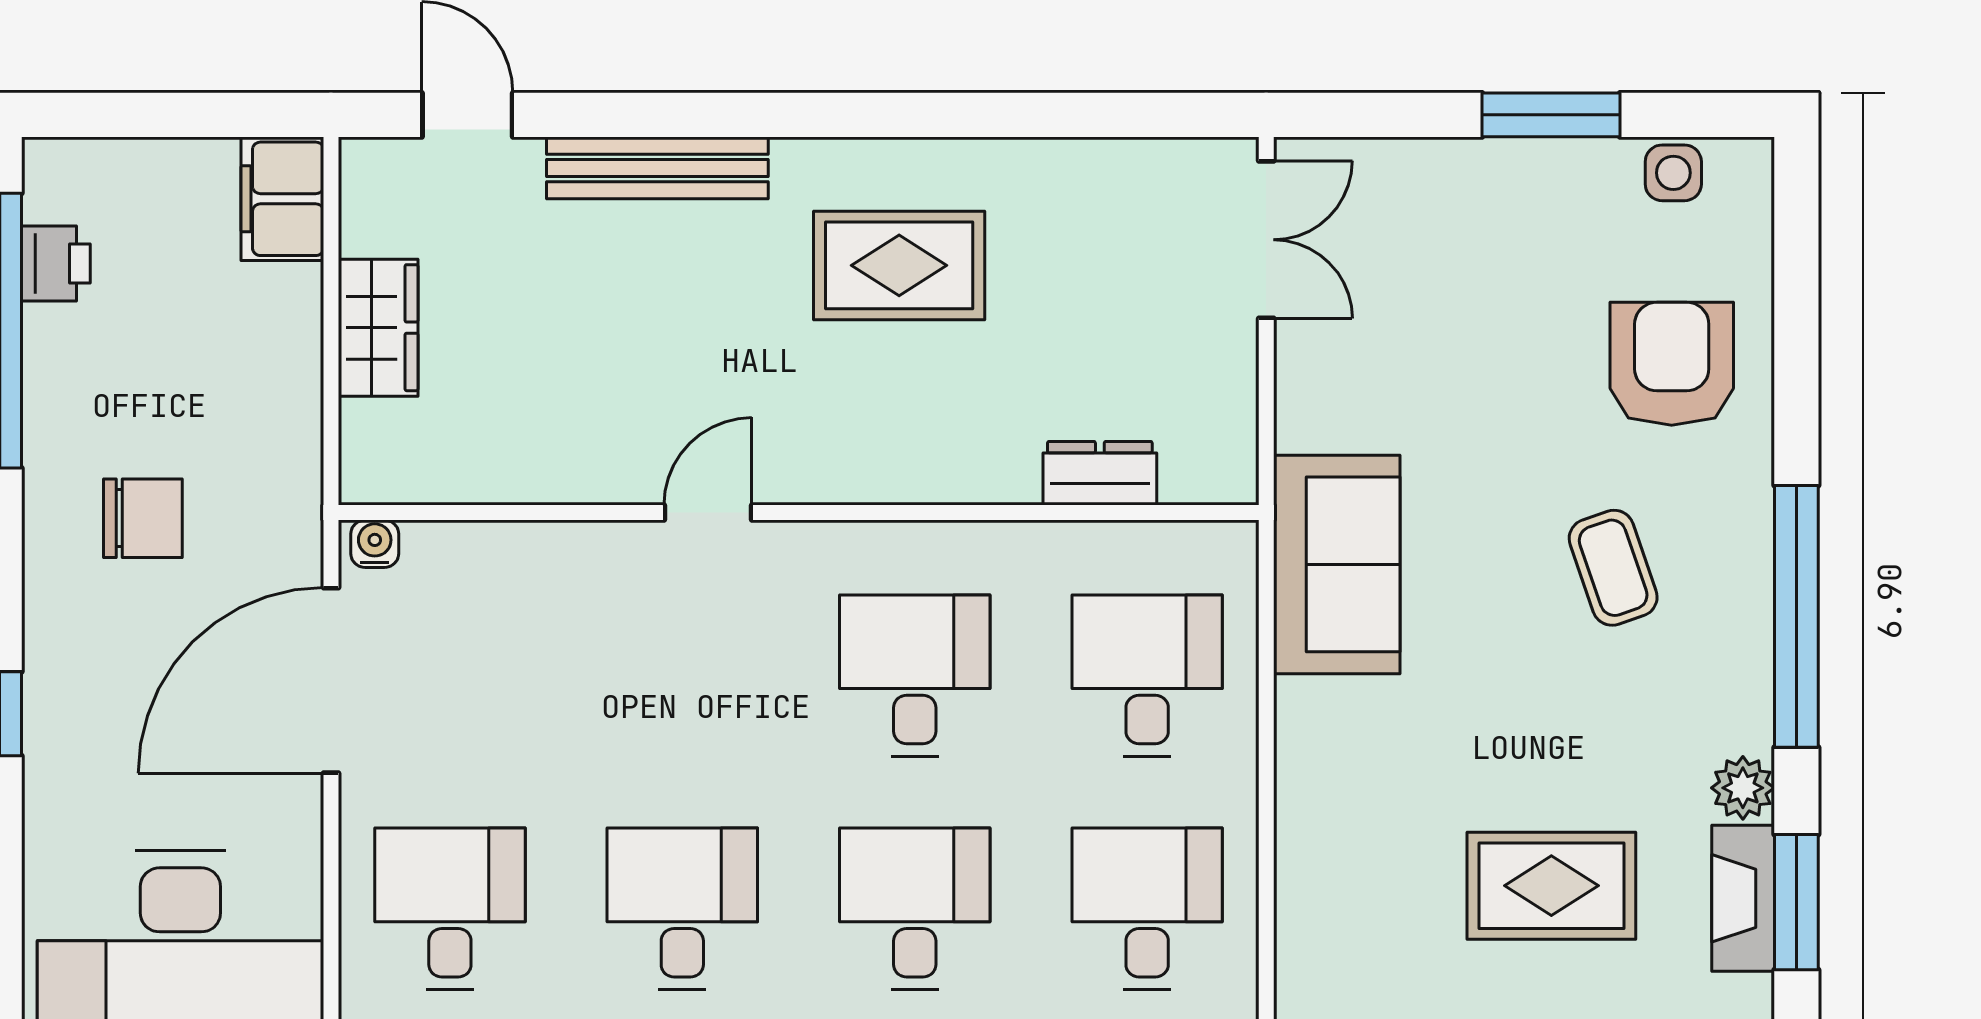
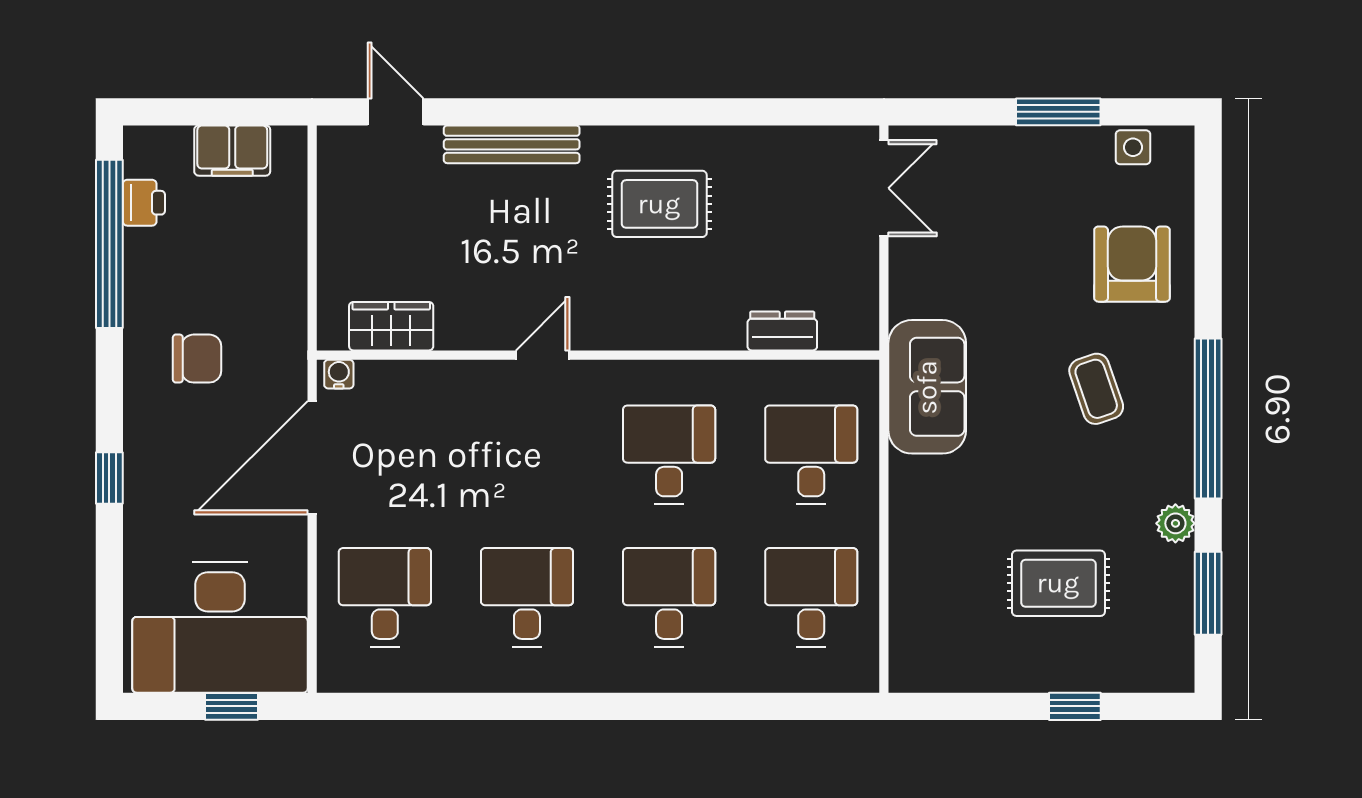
filing cabinet: (282, 199) -> (232, 151), moved, turned -90
wardrobe: (378, 328) -> (391, 326), moved, turned -90
fireplace: (1743, 898) -> (1176, 591), removed

